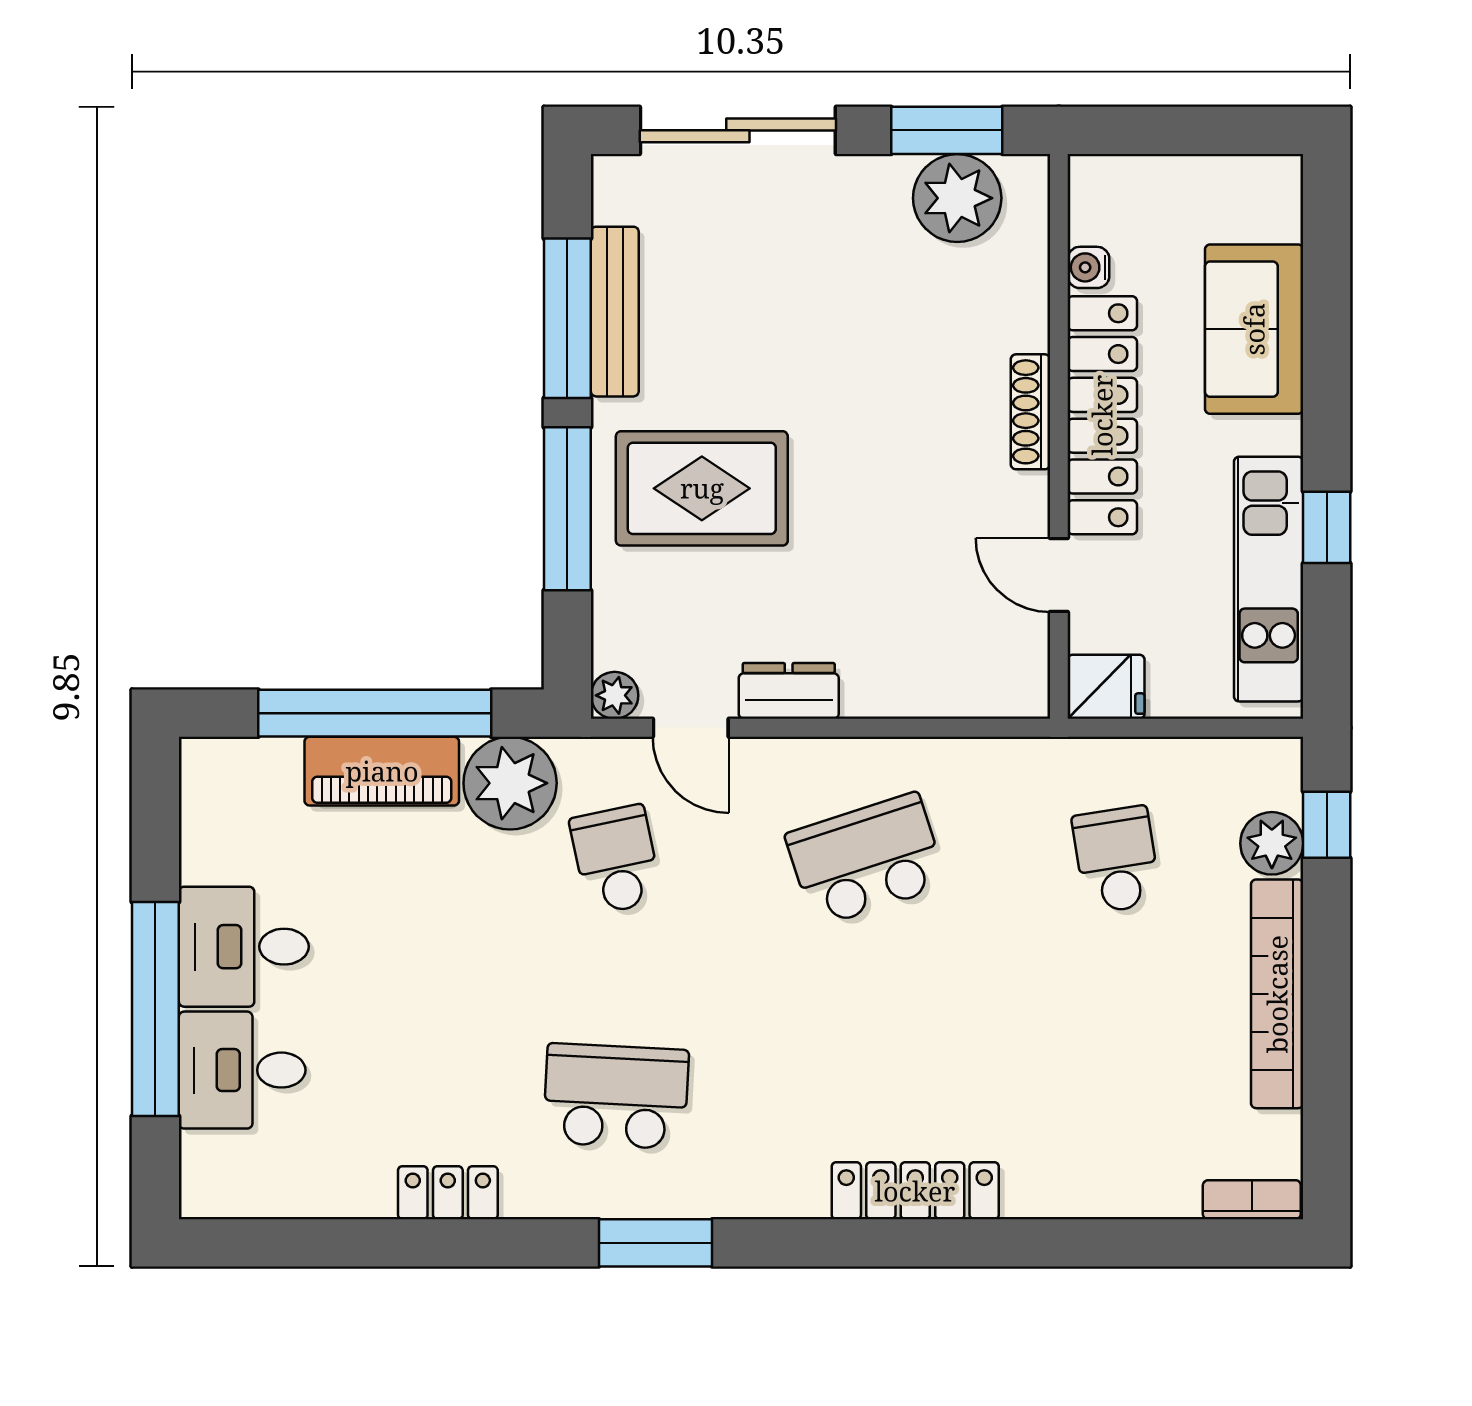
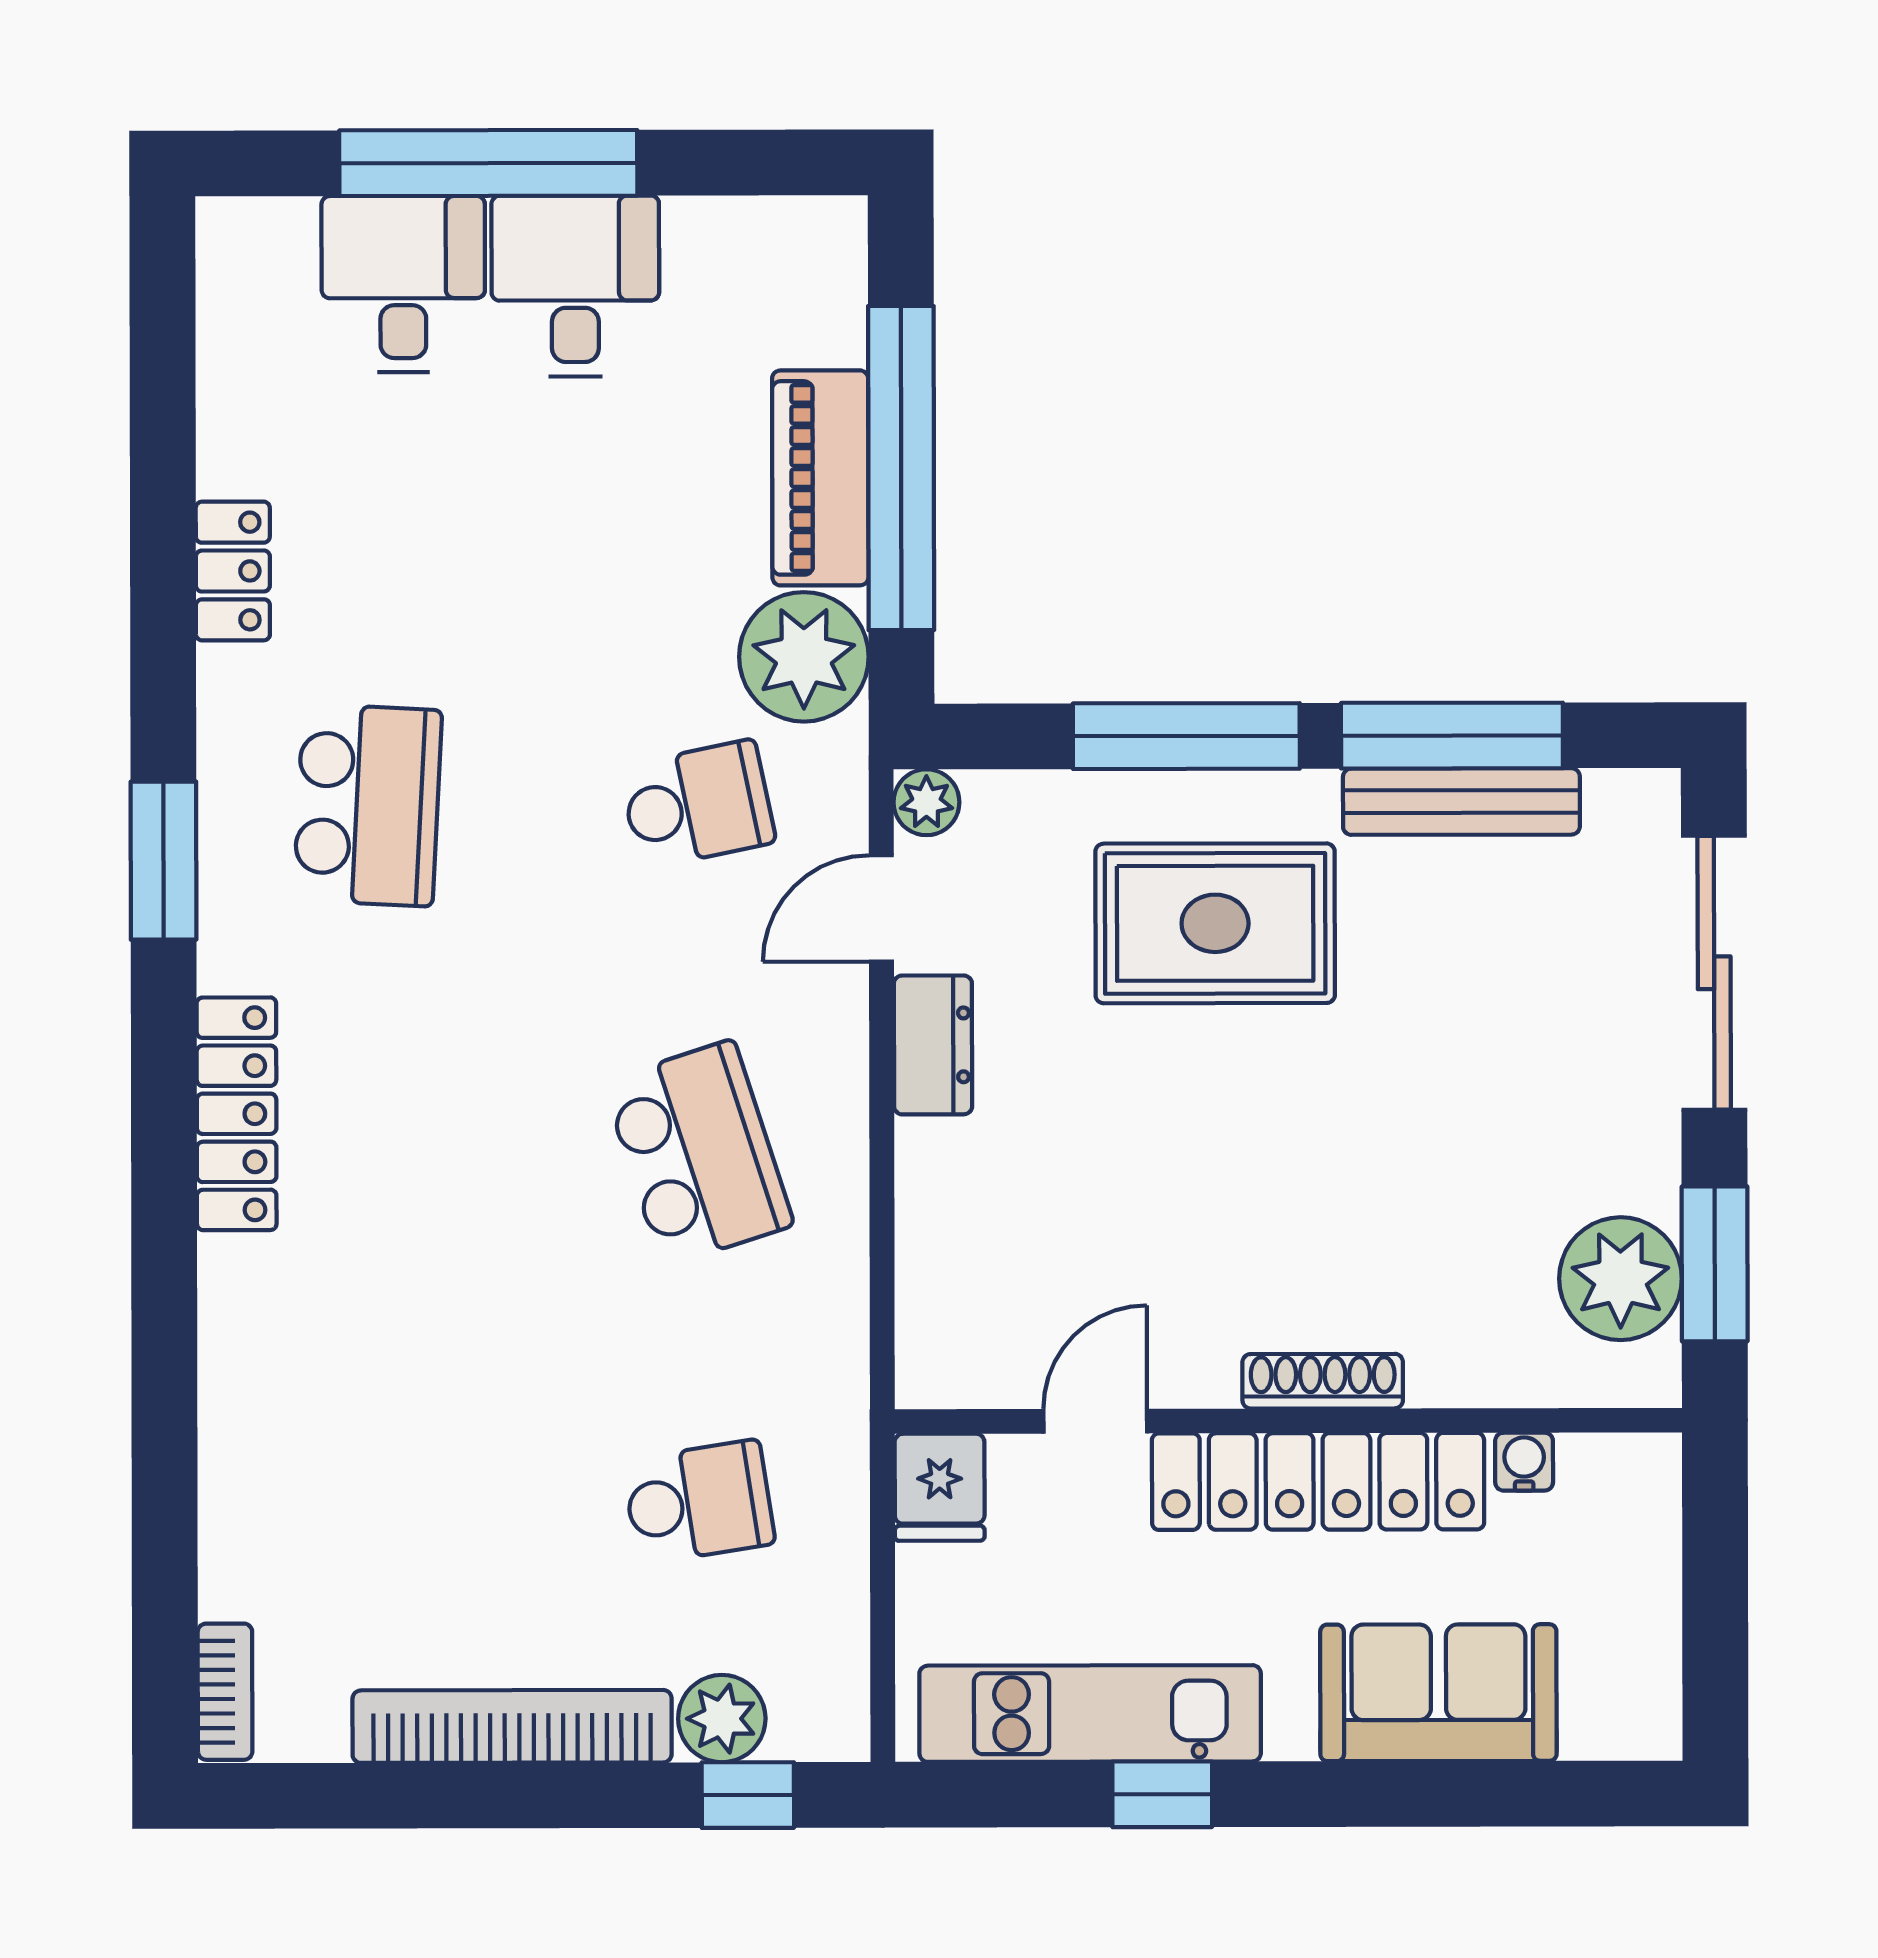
rug: (702, 488) -> (1215, 923), turned 90
locker: (915, 1191) -> (237, 1114), moved

